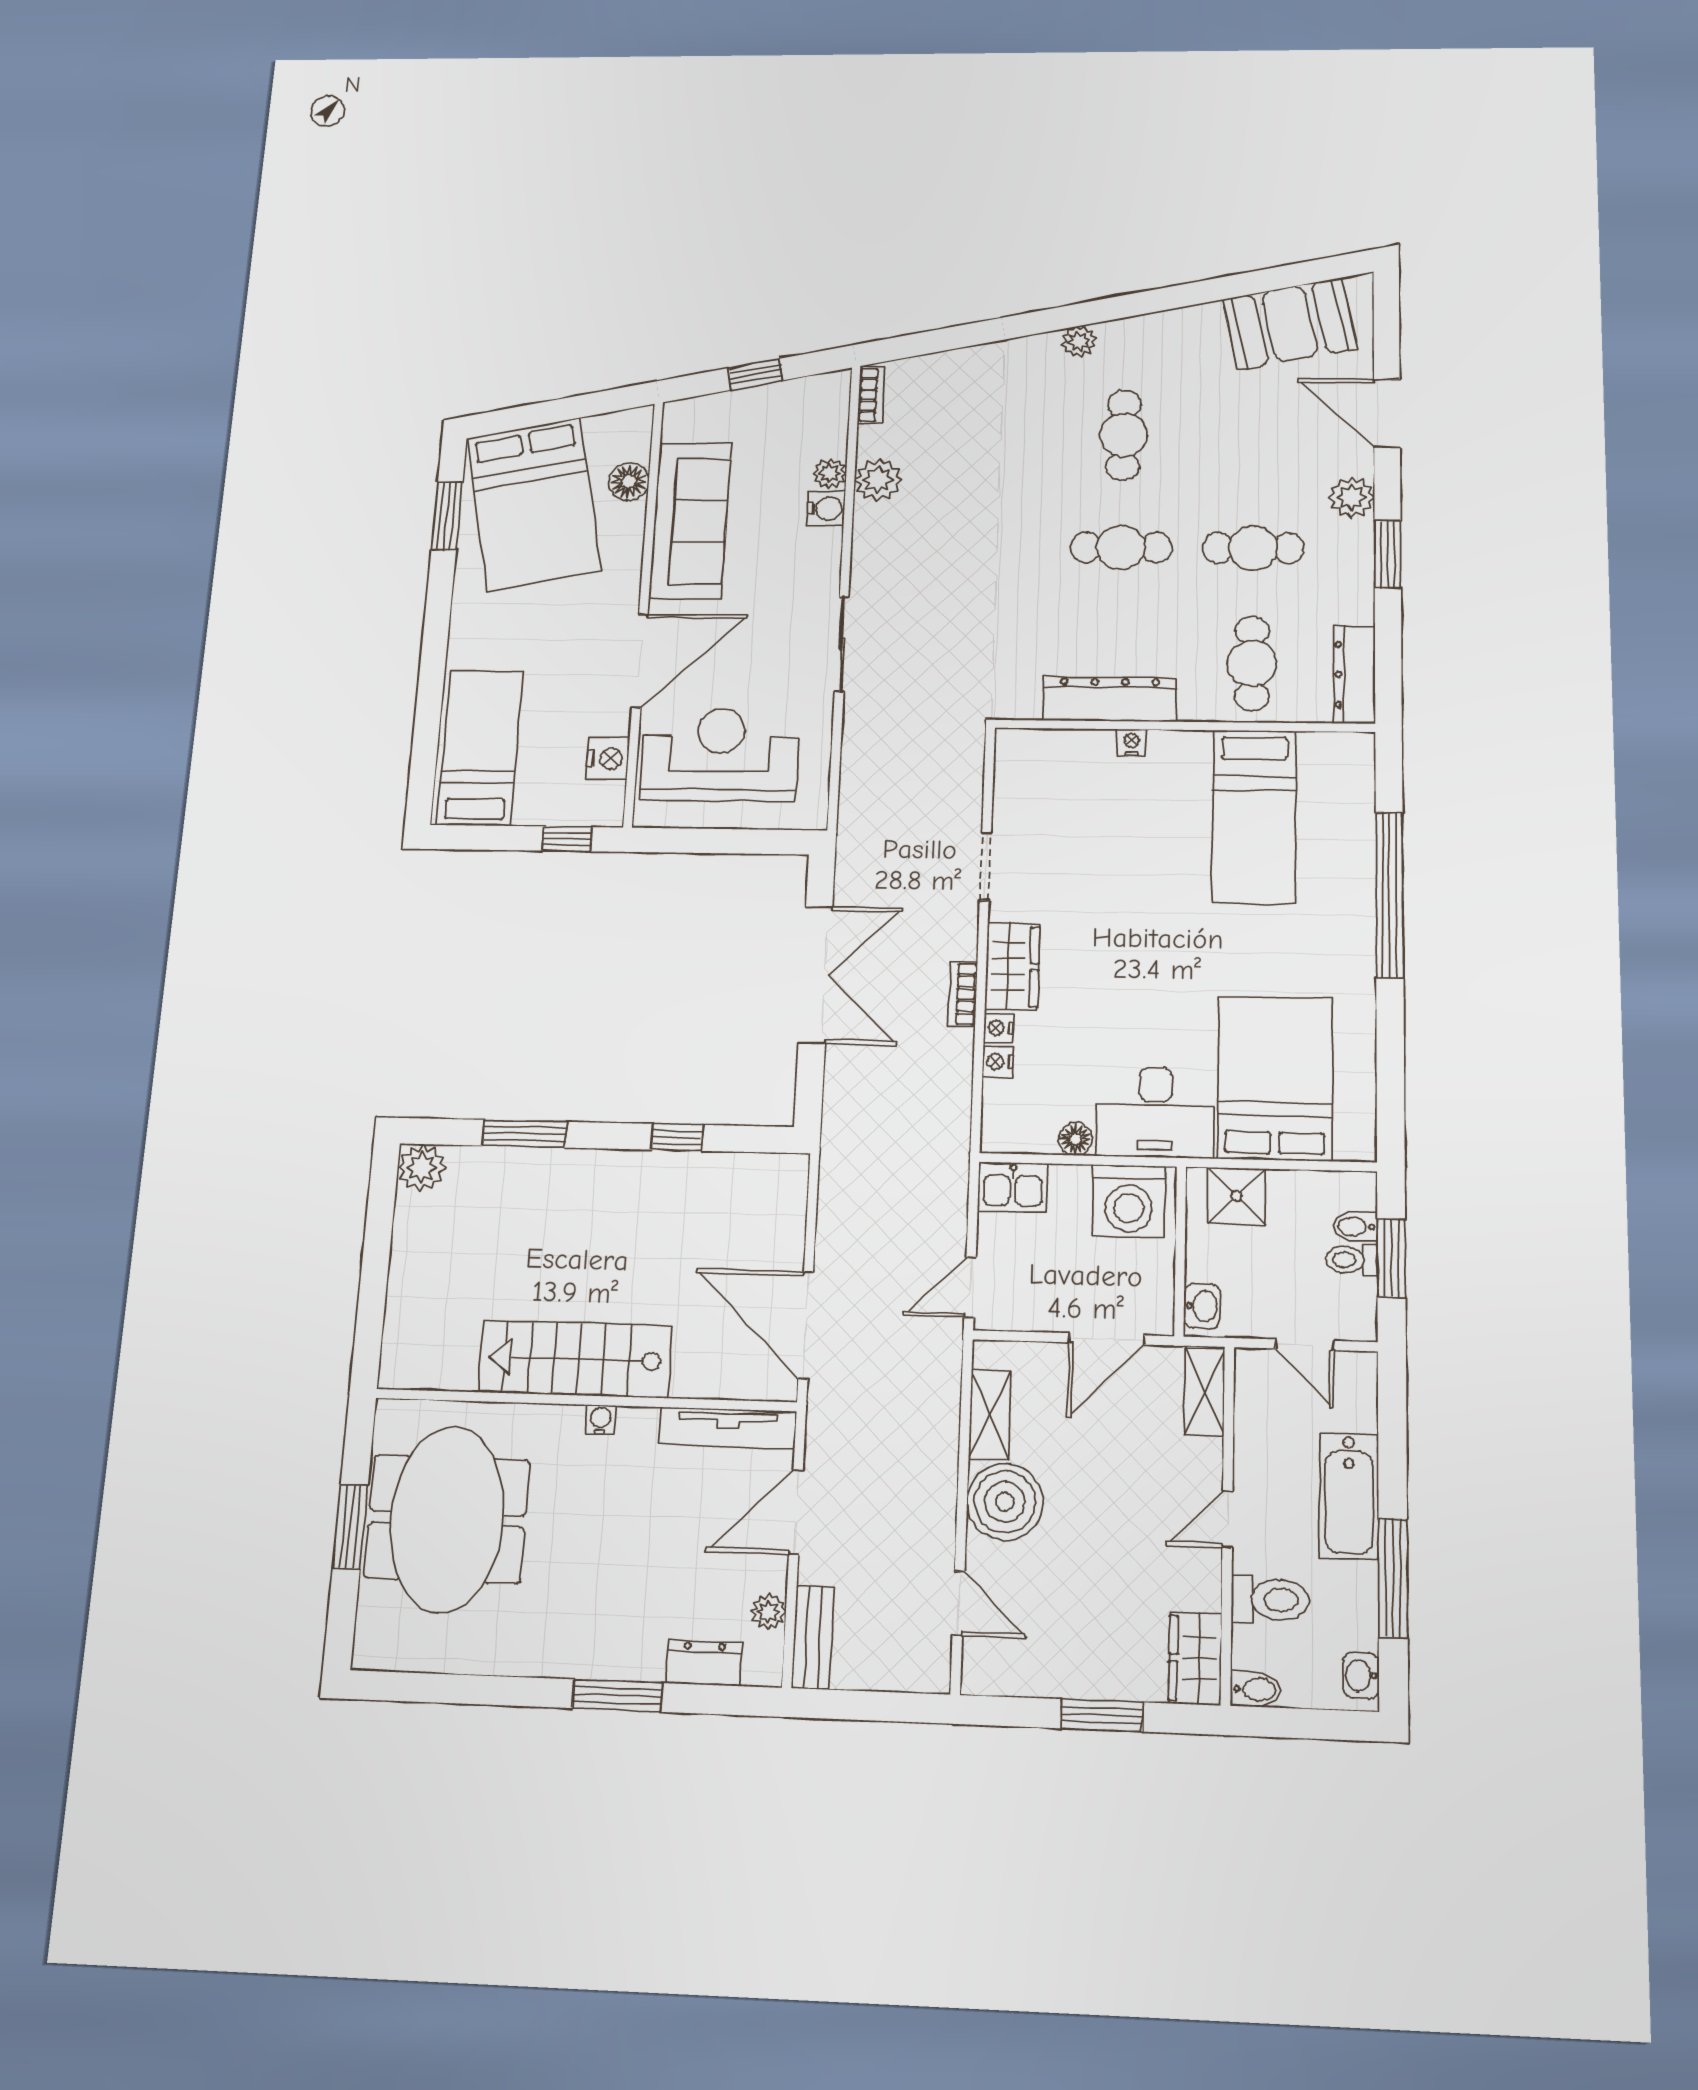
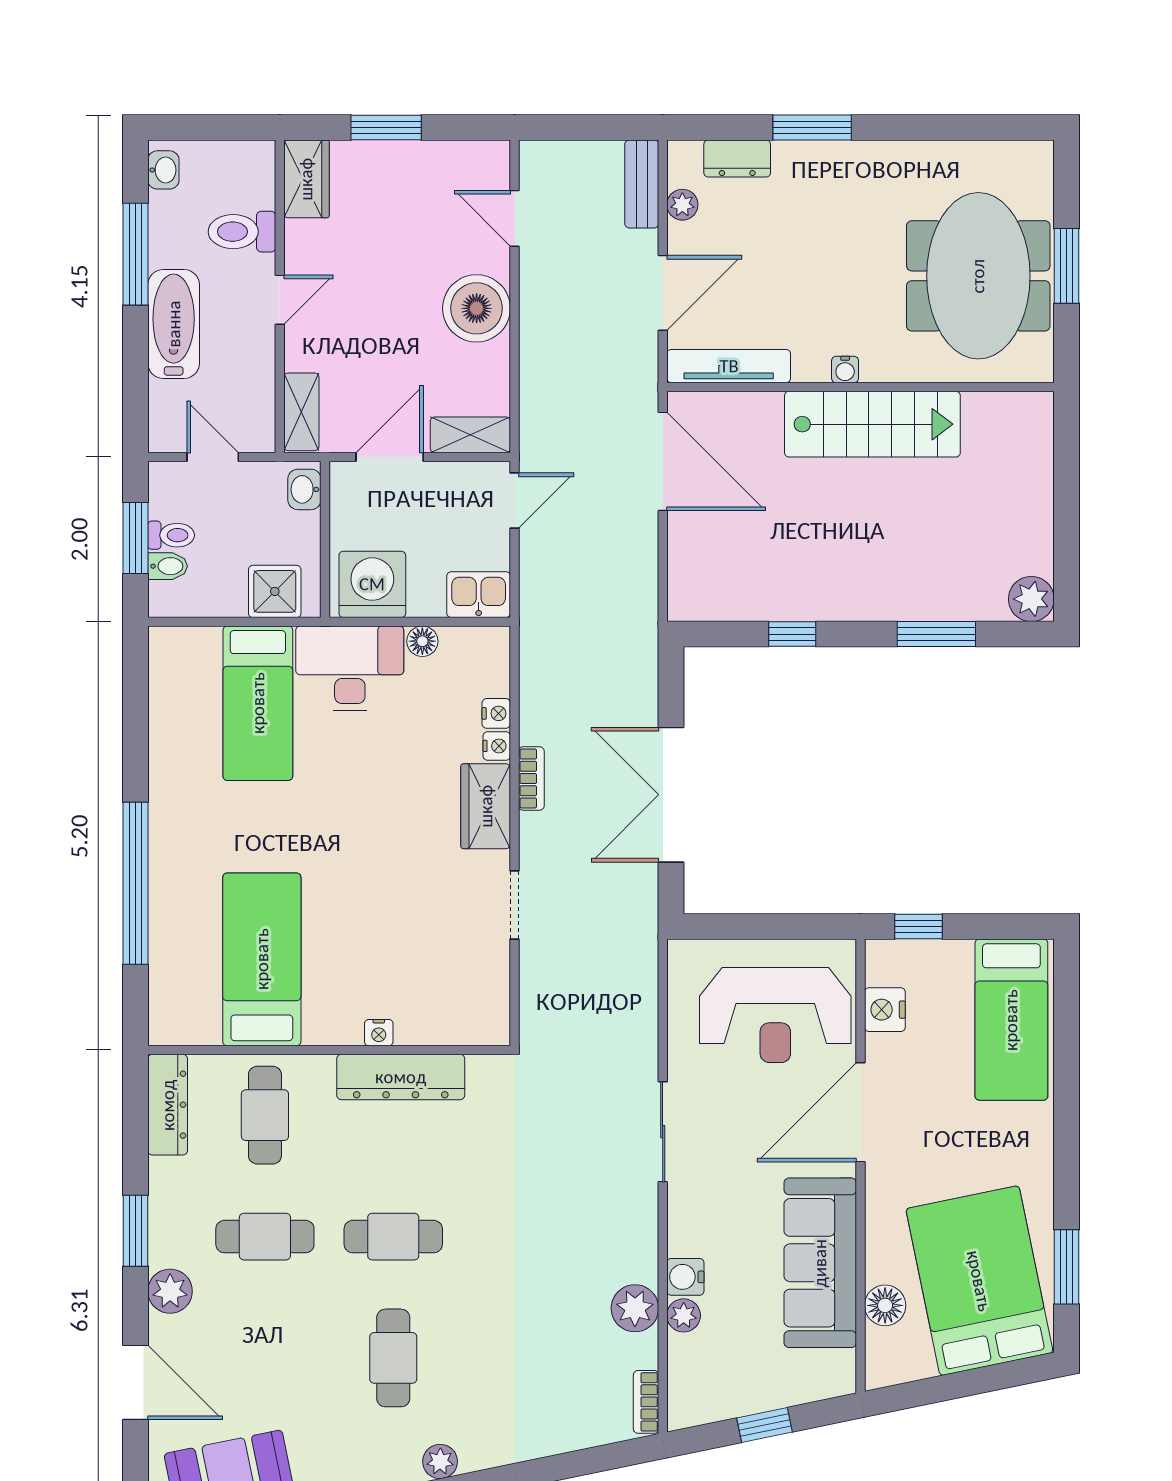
bed: (1275, 1078) -> (258, 703), width x0.67
shelving: (990, 1415) -> (470, 435), moved, turned 90
bidet: (1256, 1689) -> (254, 155), removed

